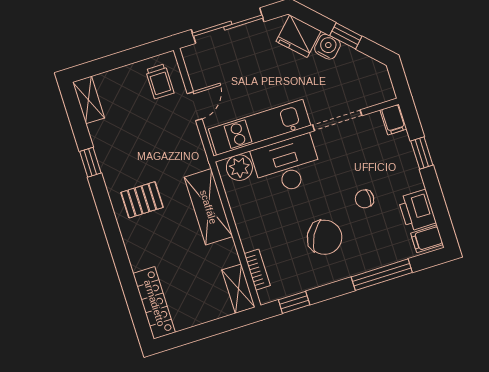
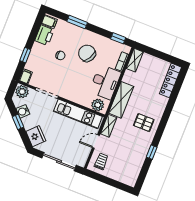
water cooler: (327, 47) -> (23, 111), moved
plant: (379, 90) -> (22, 92), added
shelving: (88, 100) -> (109, 126), moved
desk: (287, 165) -> (105, 82), moved, turned -90
window: (382, 275) -> (77, 22), width x0.69

